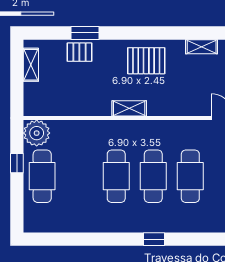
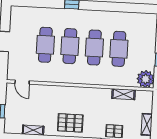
shelving: (129, 108) -> (124, 94), moved
cafe table: (42, 176) -> (119, 49), moved

